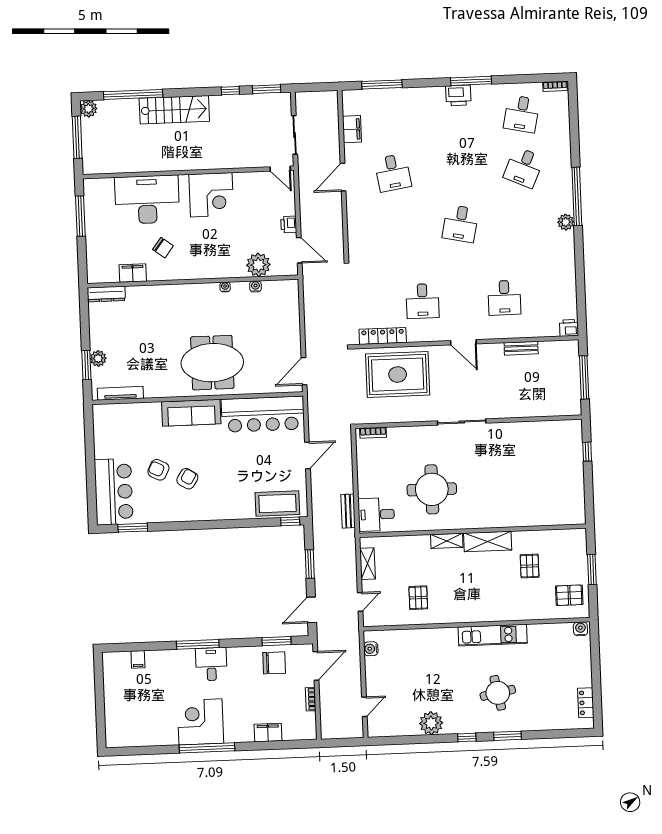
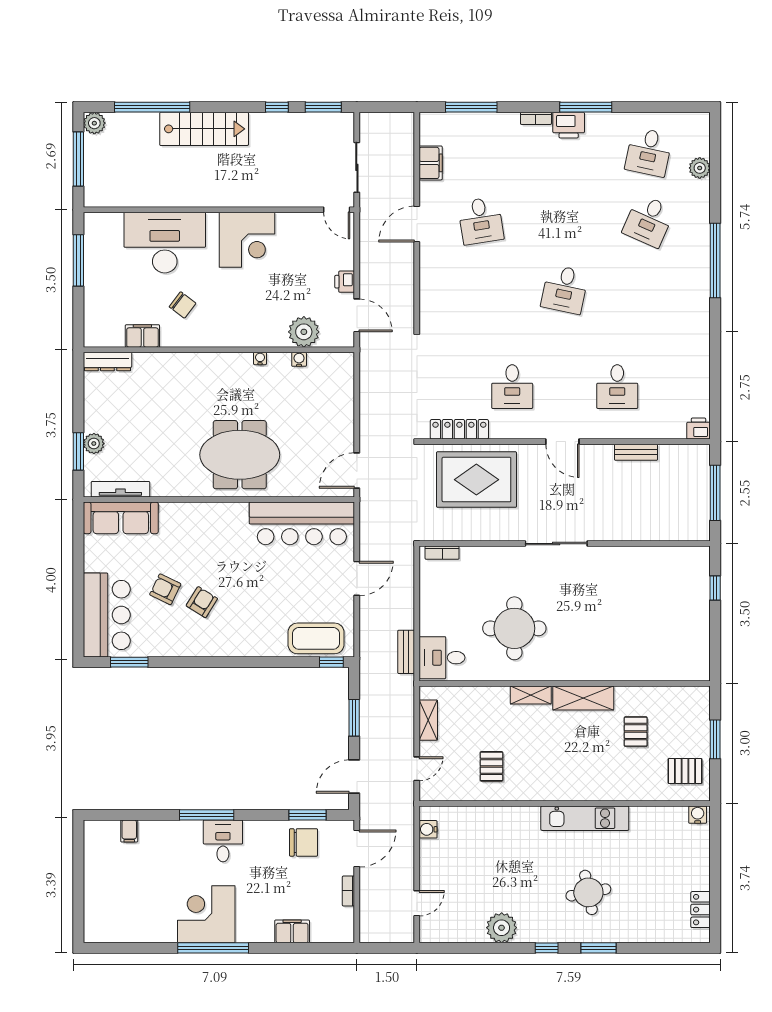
bookcase: (555, 86) -> (536, 118), moved
plant: (566, 222) -> (700, 168), moved
sofa: (191, 413) -> (121, 518), moved

